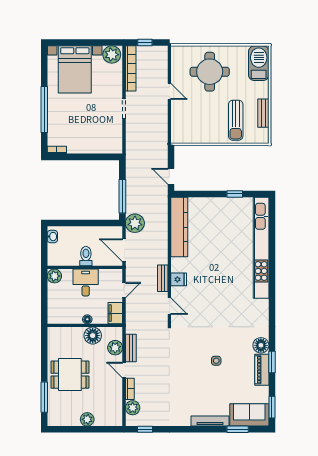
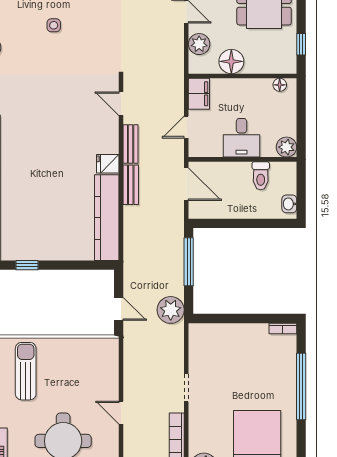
door: (171, 176) -> (119, 309), moved
plant: (135, 223) -> (171, 310), moved
toilet: (86, 256) -> (261, 176), moved
fridge: (179, 279) -> (108, 164), moved
floor lamp: (87, 319) -> (280, 85), moved
window: (44, 348) -> (301, 44), added
bench: (131, 348) -> (131, 185), moved

